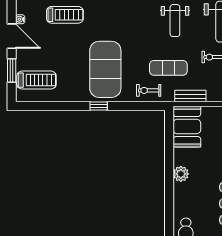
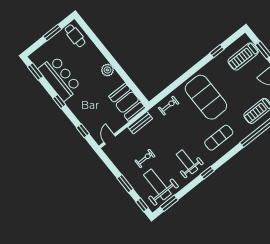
exercise mat: (168, 68) -> (219, 138), moved
window: (99, 106) -> (217, 51), moved

